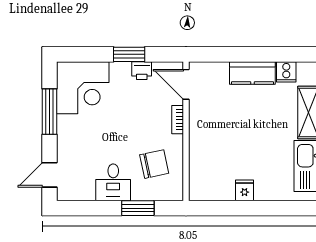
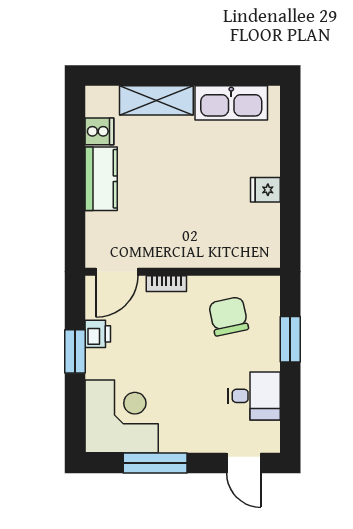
desk: (113, 182) -> (254, 396), moved

